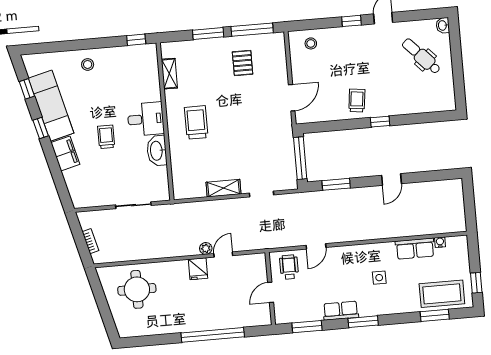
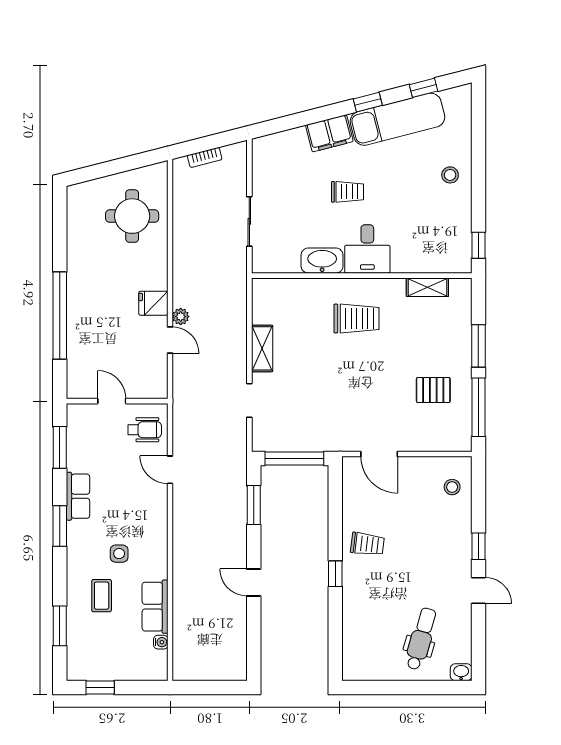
dental chair: (421, 56) -> (421, 639), turned -31
coffee table: (442, 294) -> (102, 596), moved, width x0.54, depth x0.58

